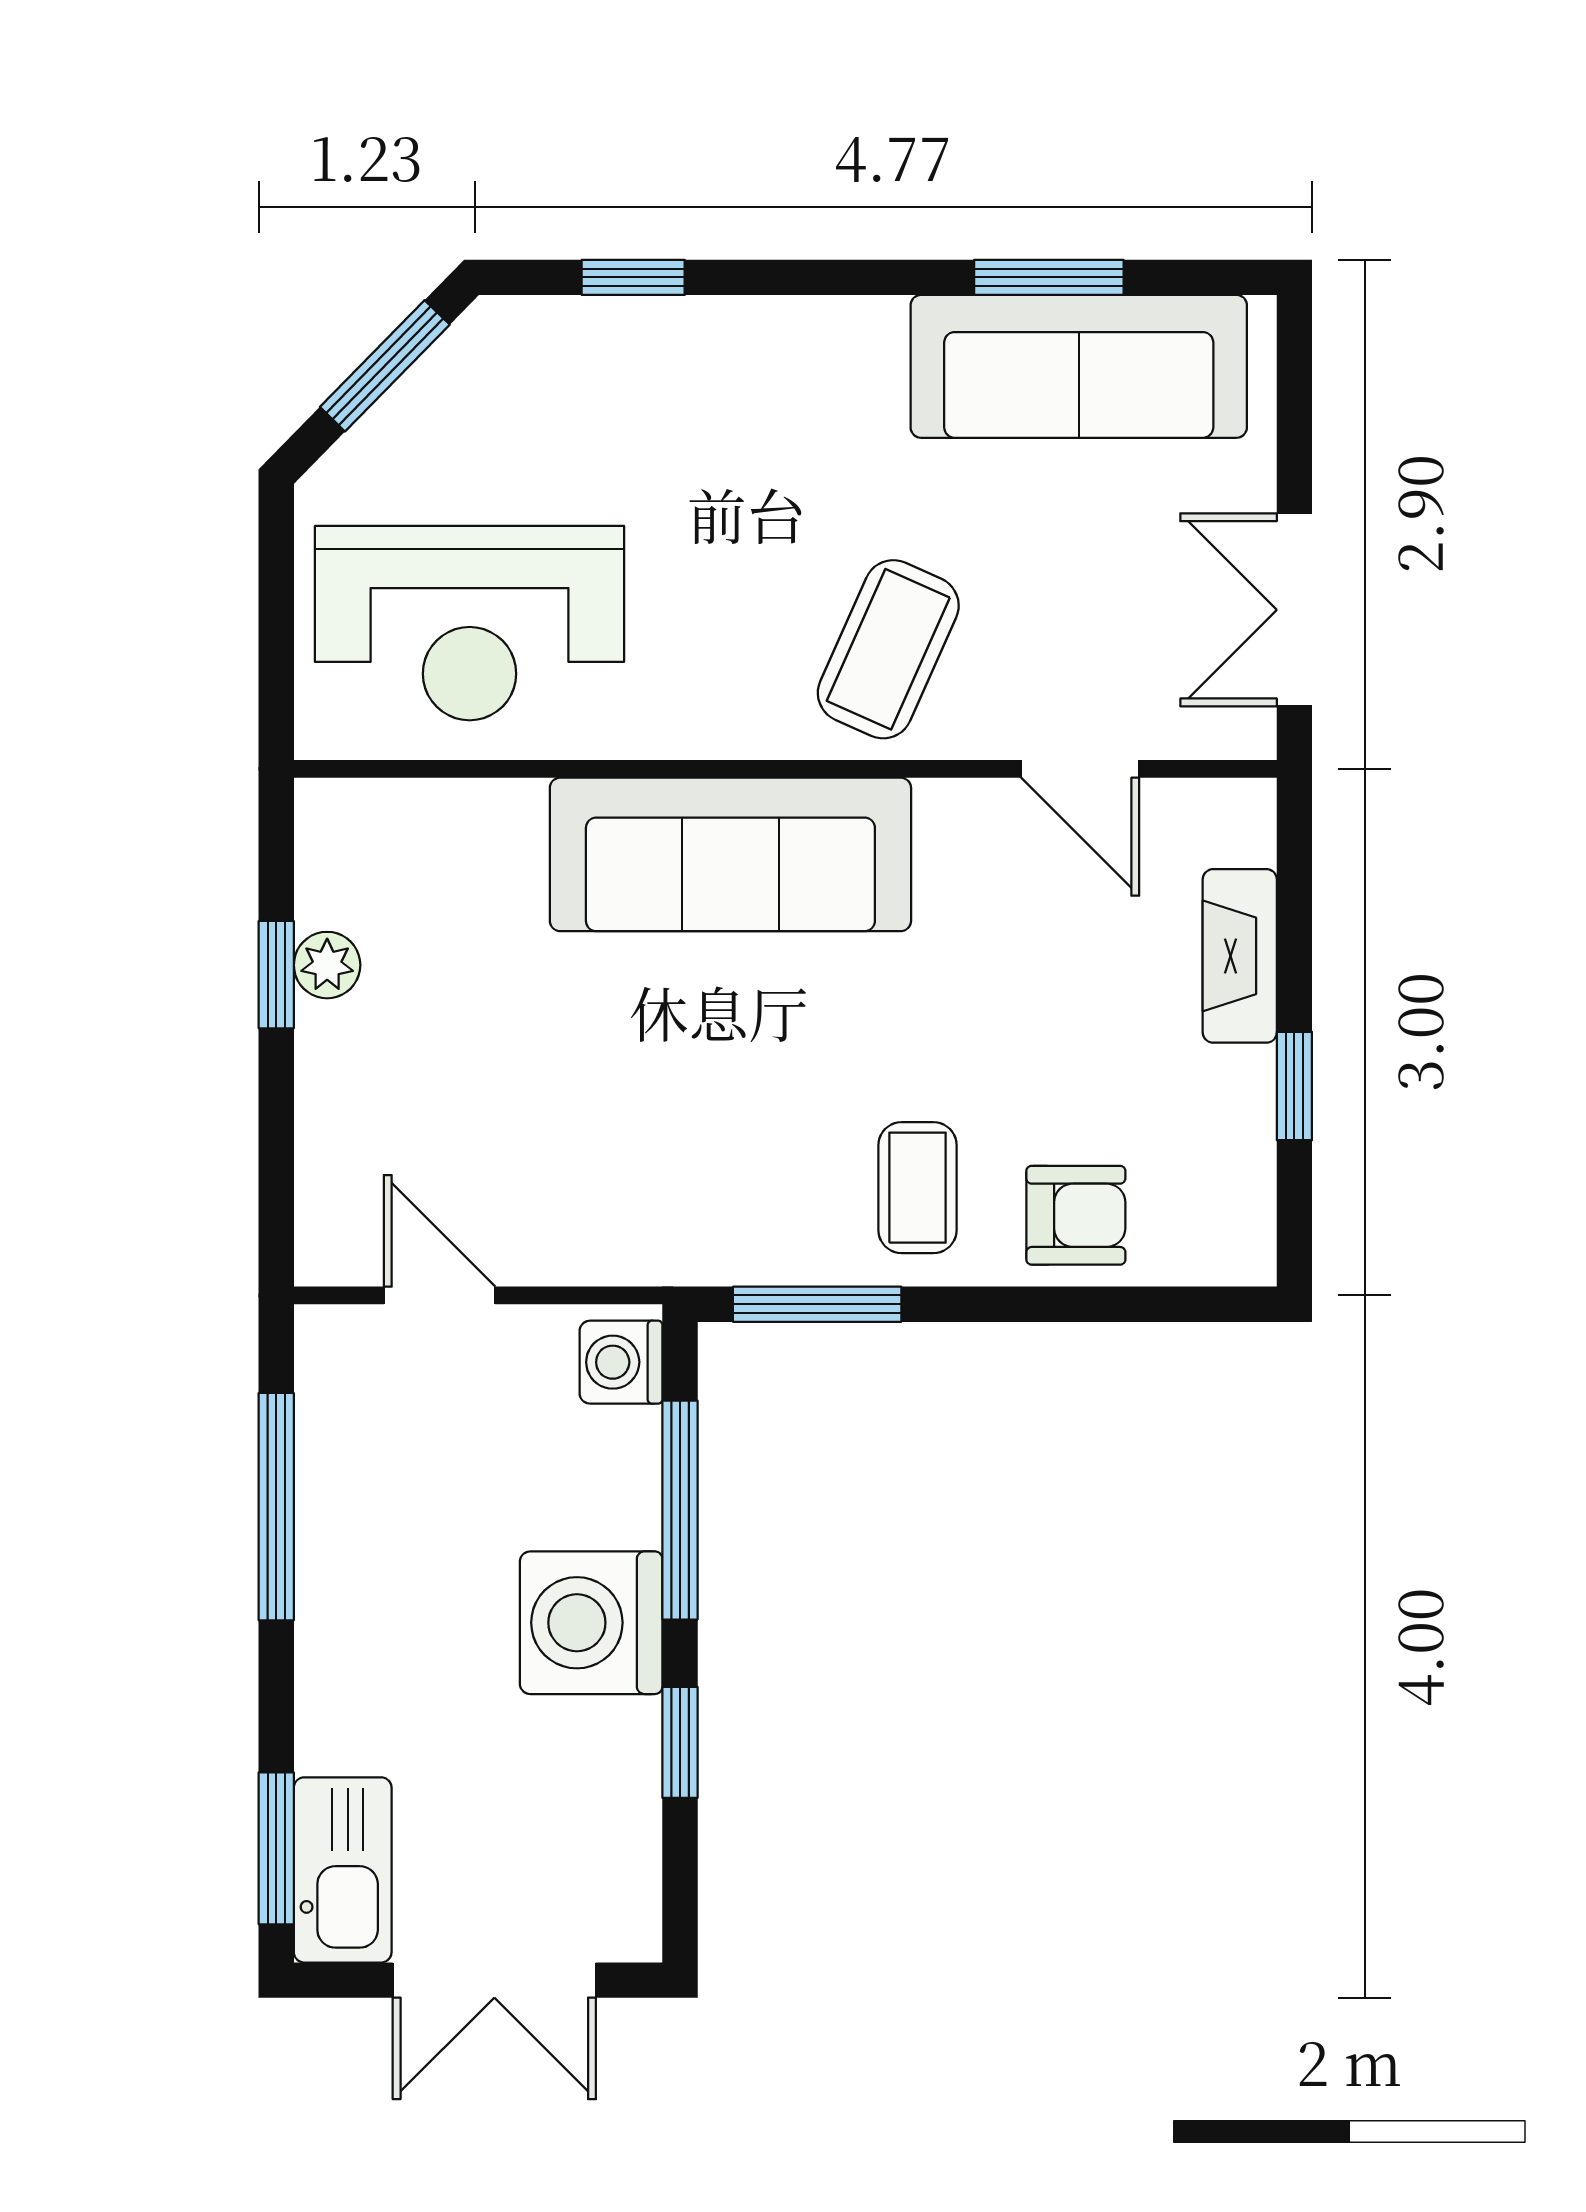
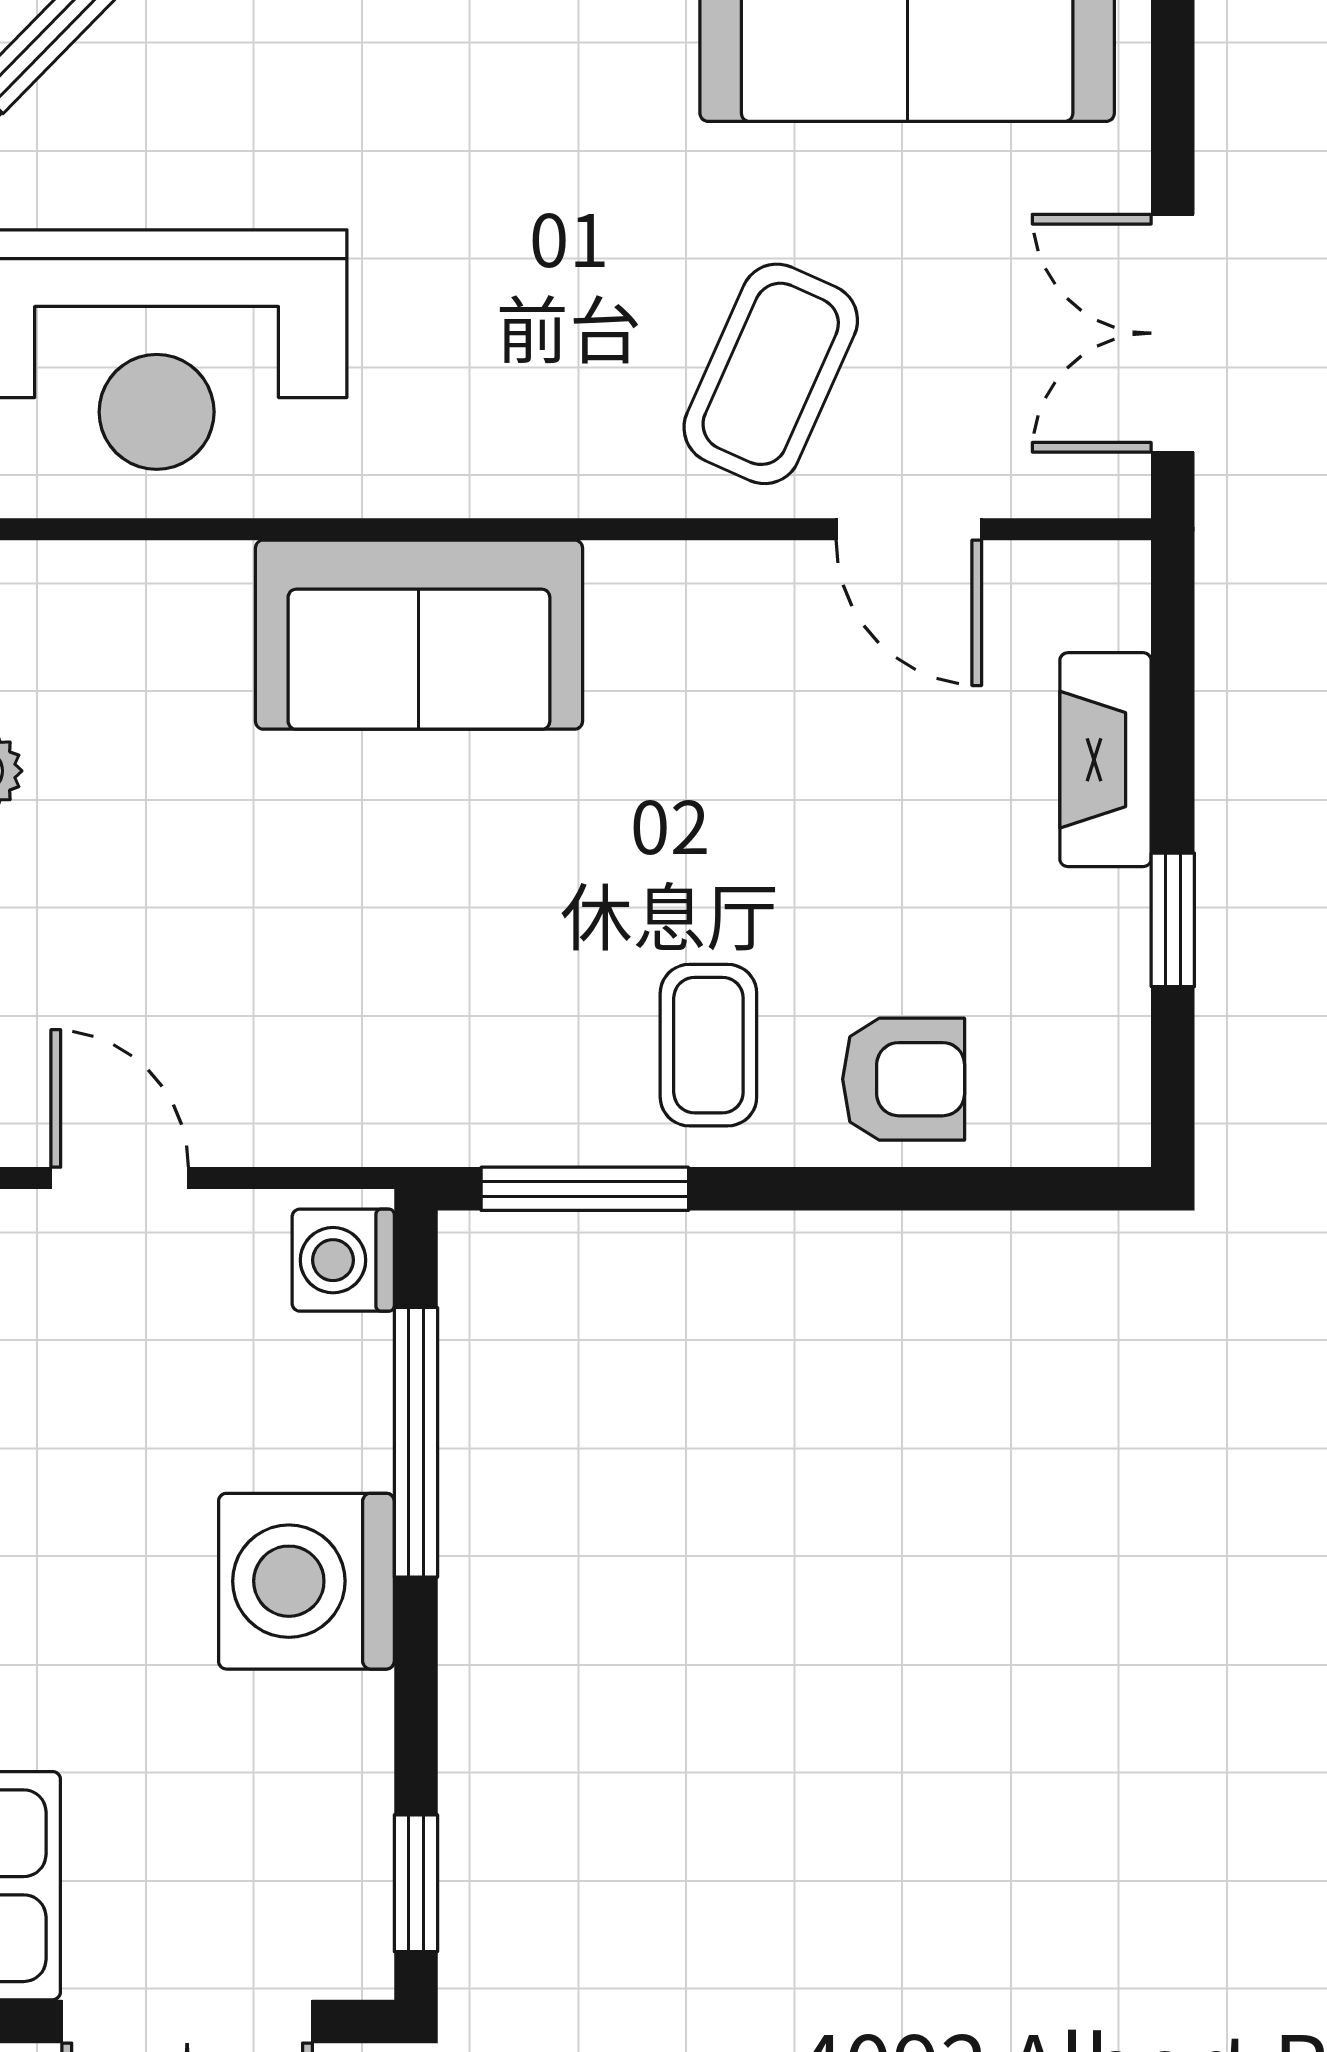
coffee table: (888, 649) -> (771, 374), moved
sofa: (730, 854) -> (419, 635), width x0.73
window: (680, 1742) -> (416, 1883), moved

